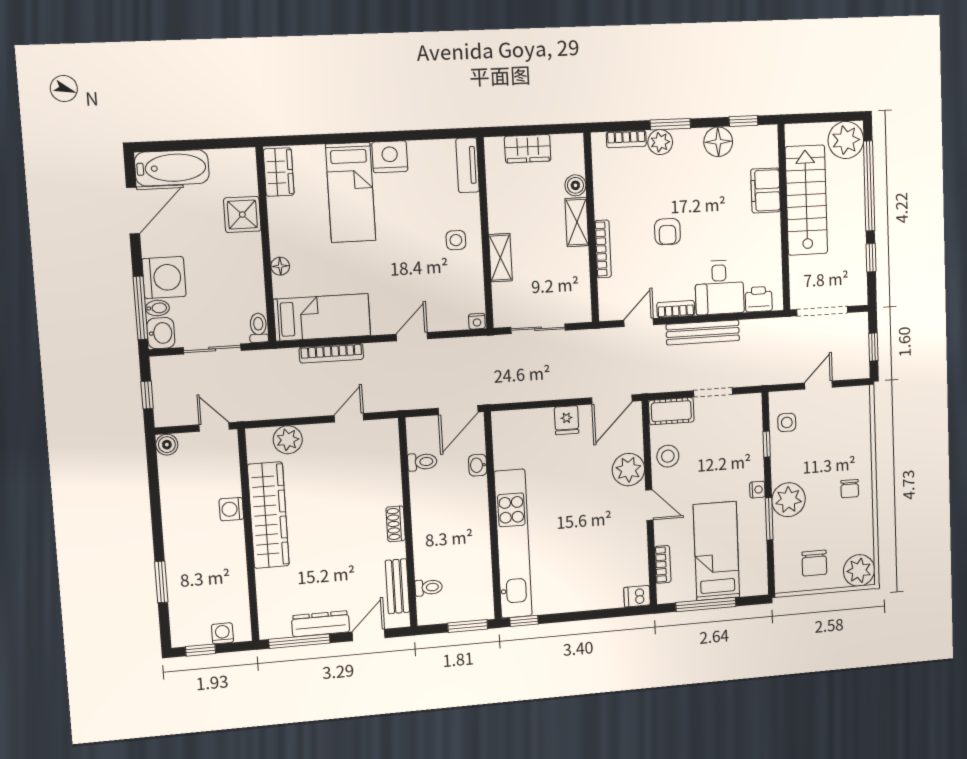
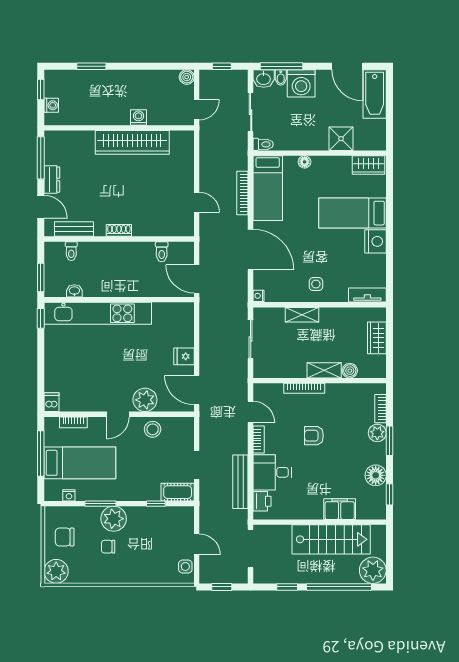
bench: (703, 332) -> (240, 482), moved
door: (412, 337) -> (251, 249), width x1.87
cot: (671, 411) -> (178, 492), moved, turned 90
side table: (787, 422) -> (185, 567), moved
plant: (288, 440) -> (184, 159), removed
washbasin: (478, 465) -> (74, 291), moved
chair: (850, 489) -> (108, 547), moved
nightstand: (757, 490) -> (69, 495), moved
dresser: (321, 624) -> (52, 180), width x0.70

